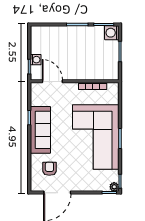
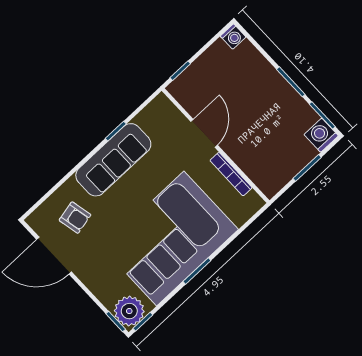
washing machine: (36, 60) -> (233, 37), moved
door: (52, 81) -> (204, 133), moved
armchair: (49, 169) -> (75, 218), turned 78
plant: (114, 187) -> (129, 311), width x1.88, depth x1.88

